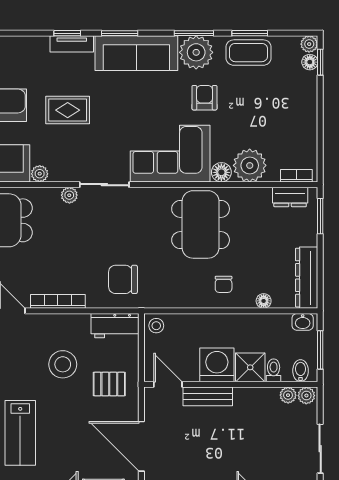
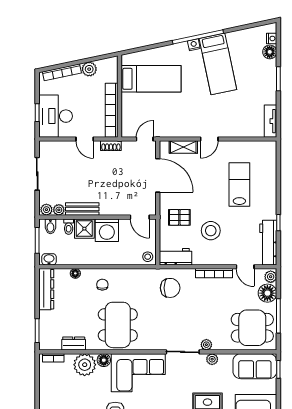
plant: (40, 174) -> (212, 359), moved
dresser: (290, 197) -> (74, 344), moved
bench: (208, 396) -> (82, 209), moved

